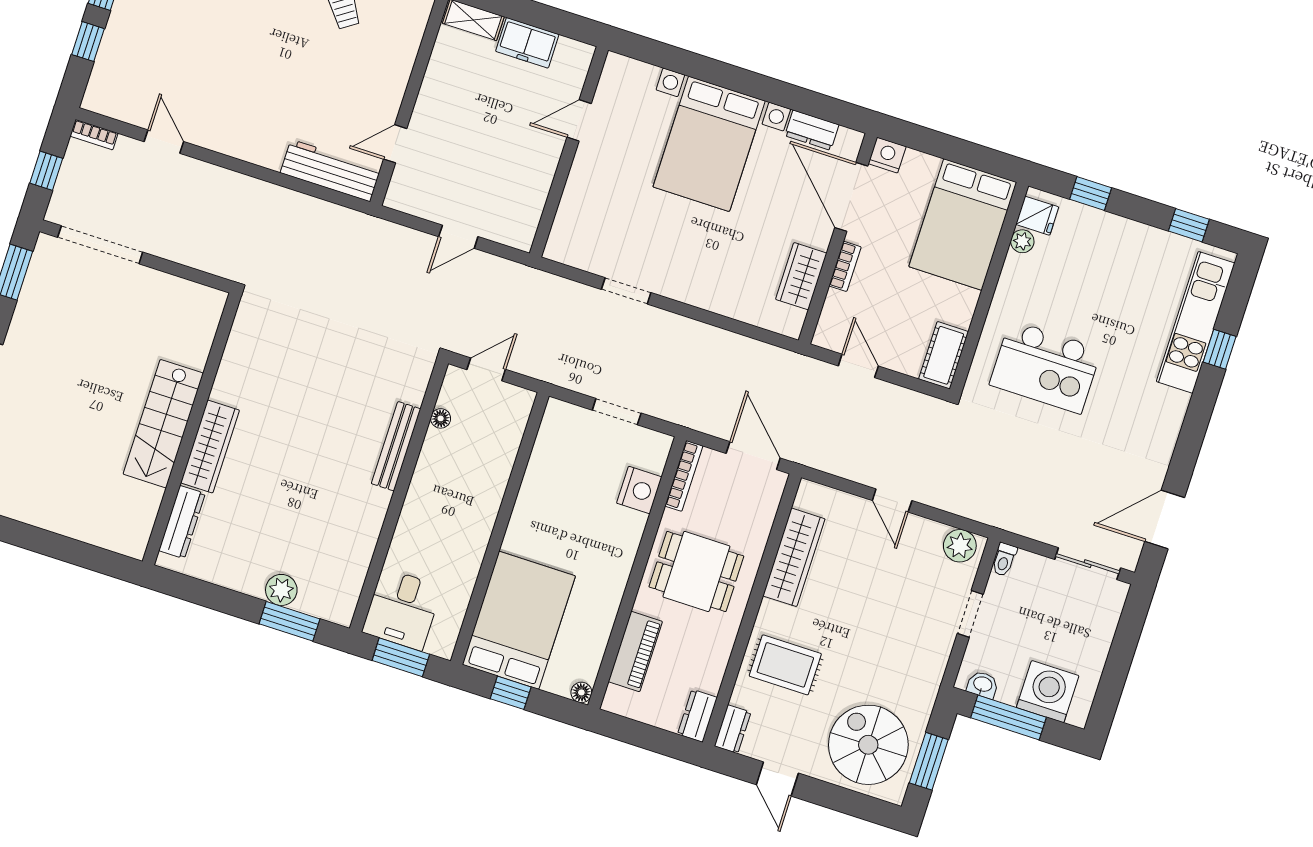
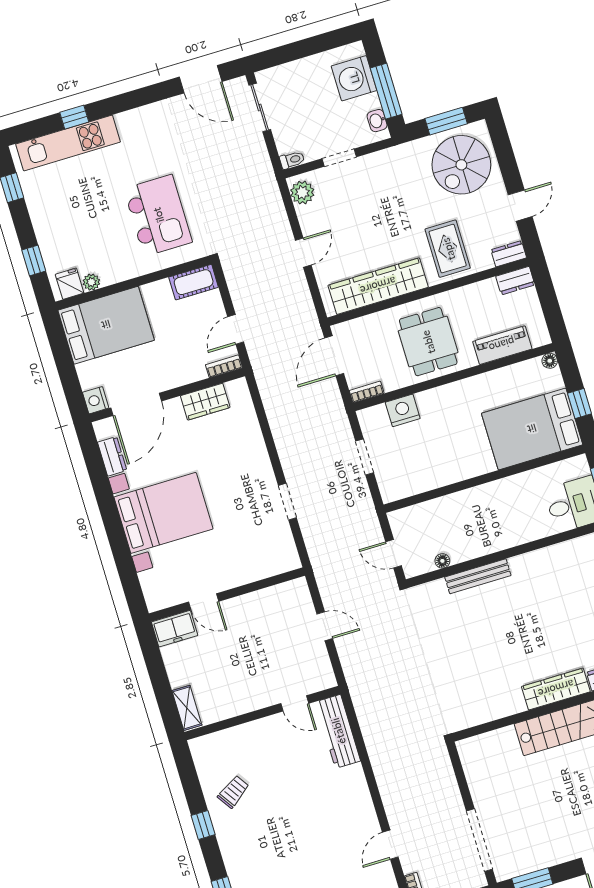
freezer: (527, 43) -> (175, 629), moved, turned 90
bookcase: (845, 266) -> (224, 366), moved
bookcase: (684, 476) -> (367, 392), width x0.64
wardrobe: (794, 557) -> (378, 286), width x1.40, depth x1.17

